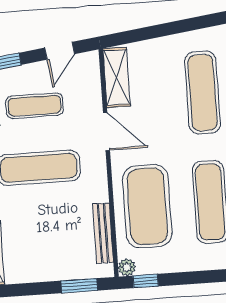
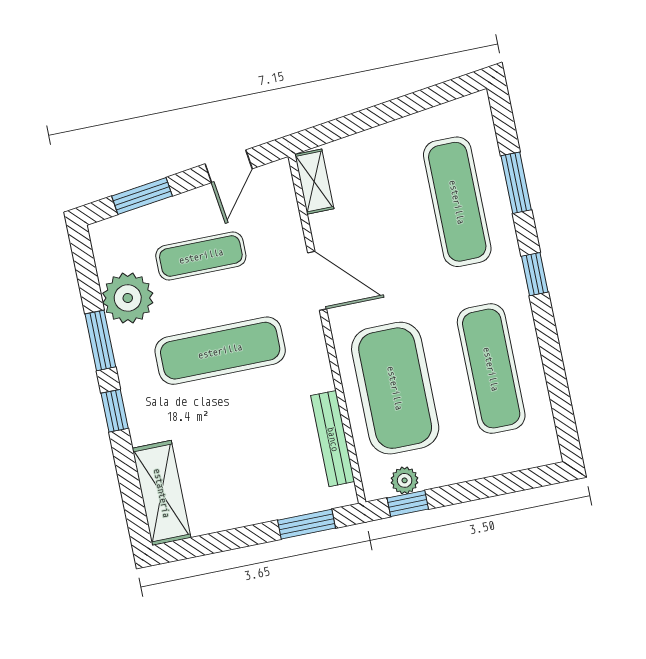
shelving: (117, 77) -> (314, 182), width x0.67, depth x0.75
plant: (127, 267) -> (405, 480), moved

